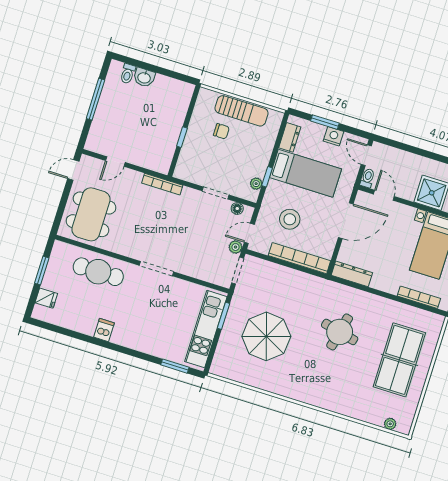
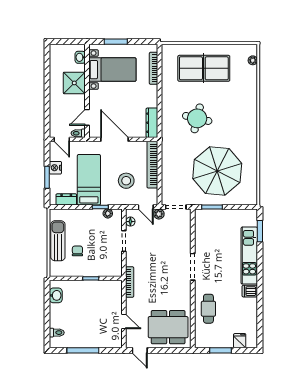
washbasin: (144, 77) -> (56, 295), moved
door: (366, 155) -> (62, 139), hinge flipped
cafe table: (98, 272) -> (208, 309), width x0.73, depth x0.74
kitchen unit: (206, 329) -> (249, 256), moved, turned 90
parasol: (266, 336) -> (217, 171), width x1.36, depth x1.36

